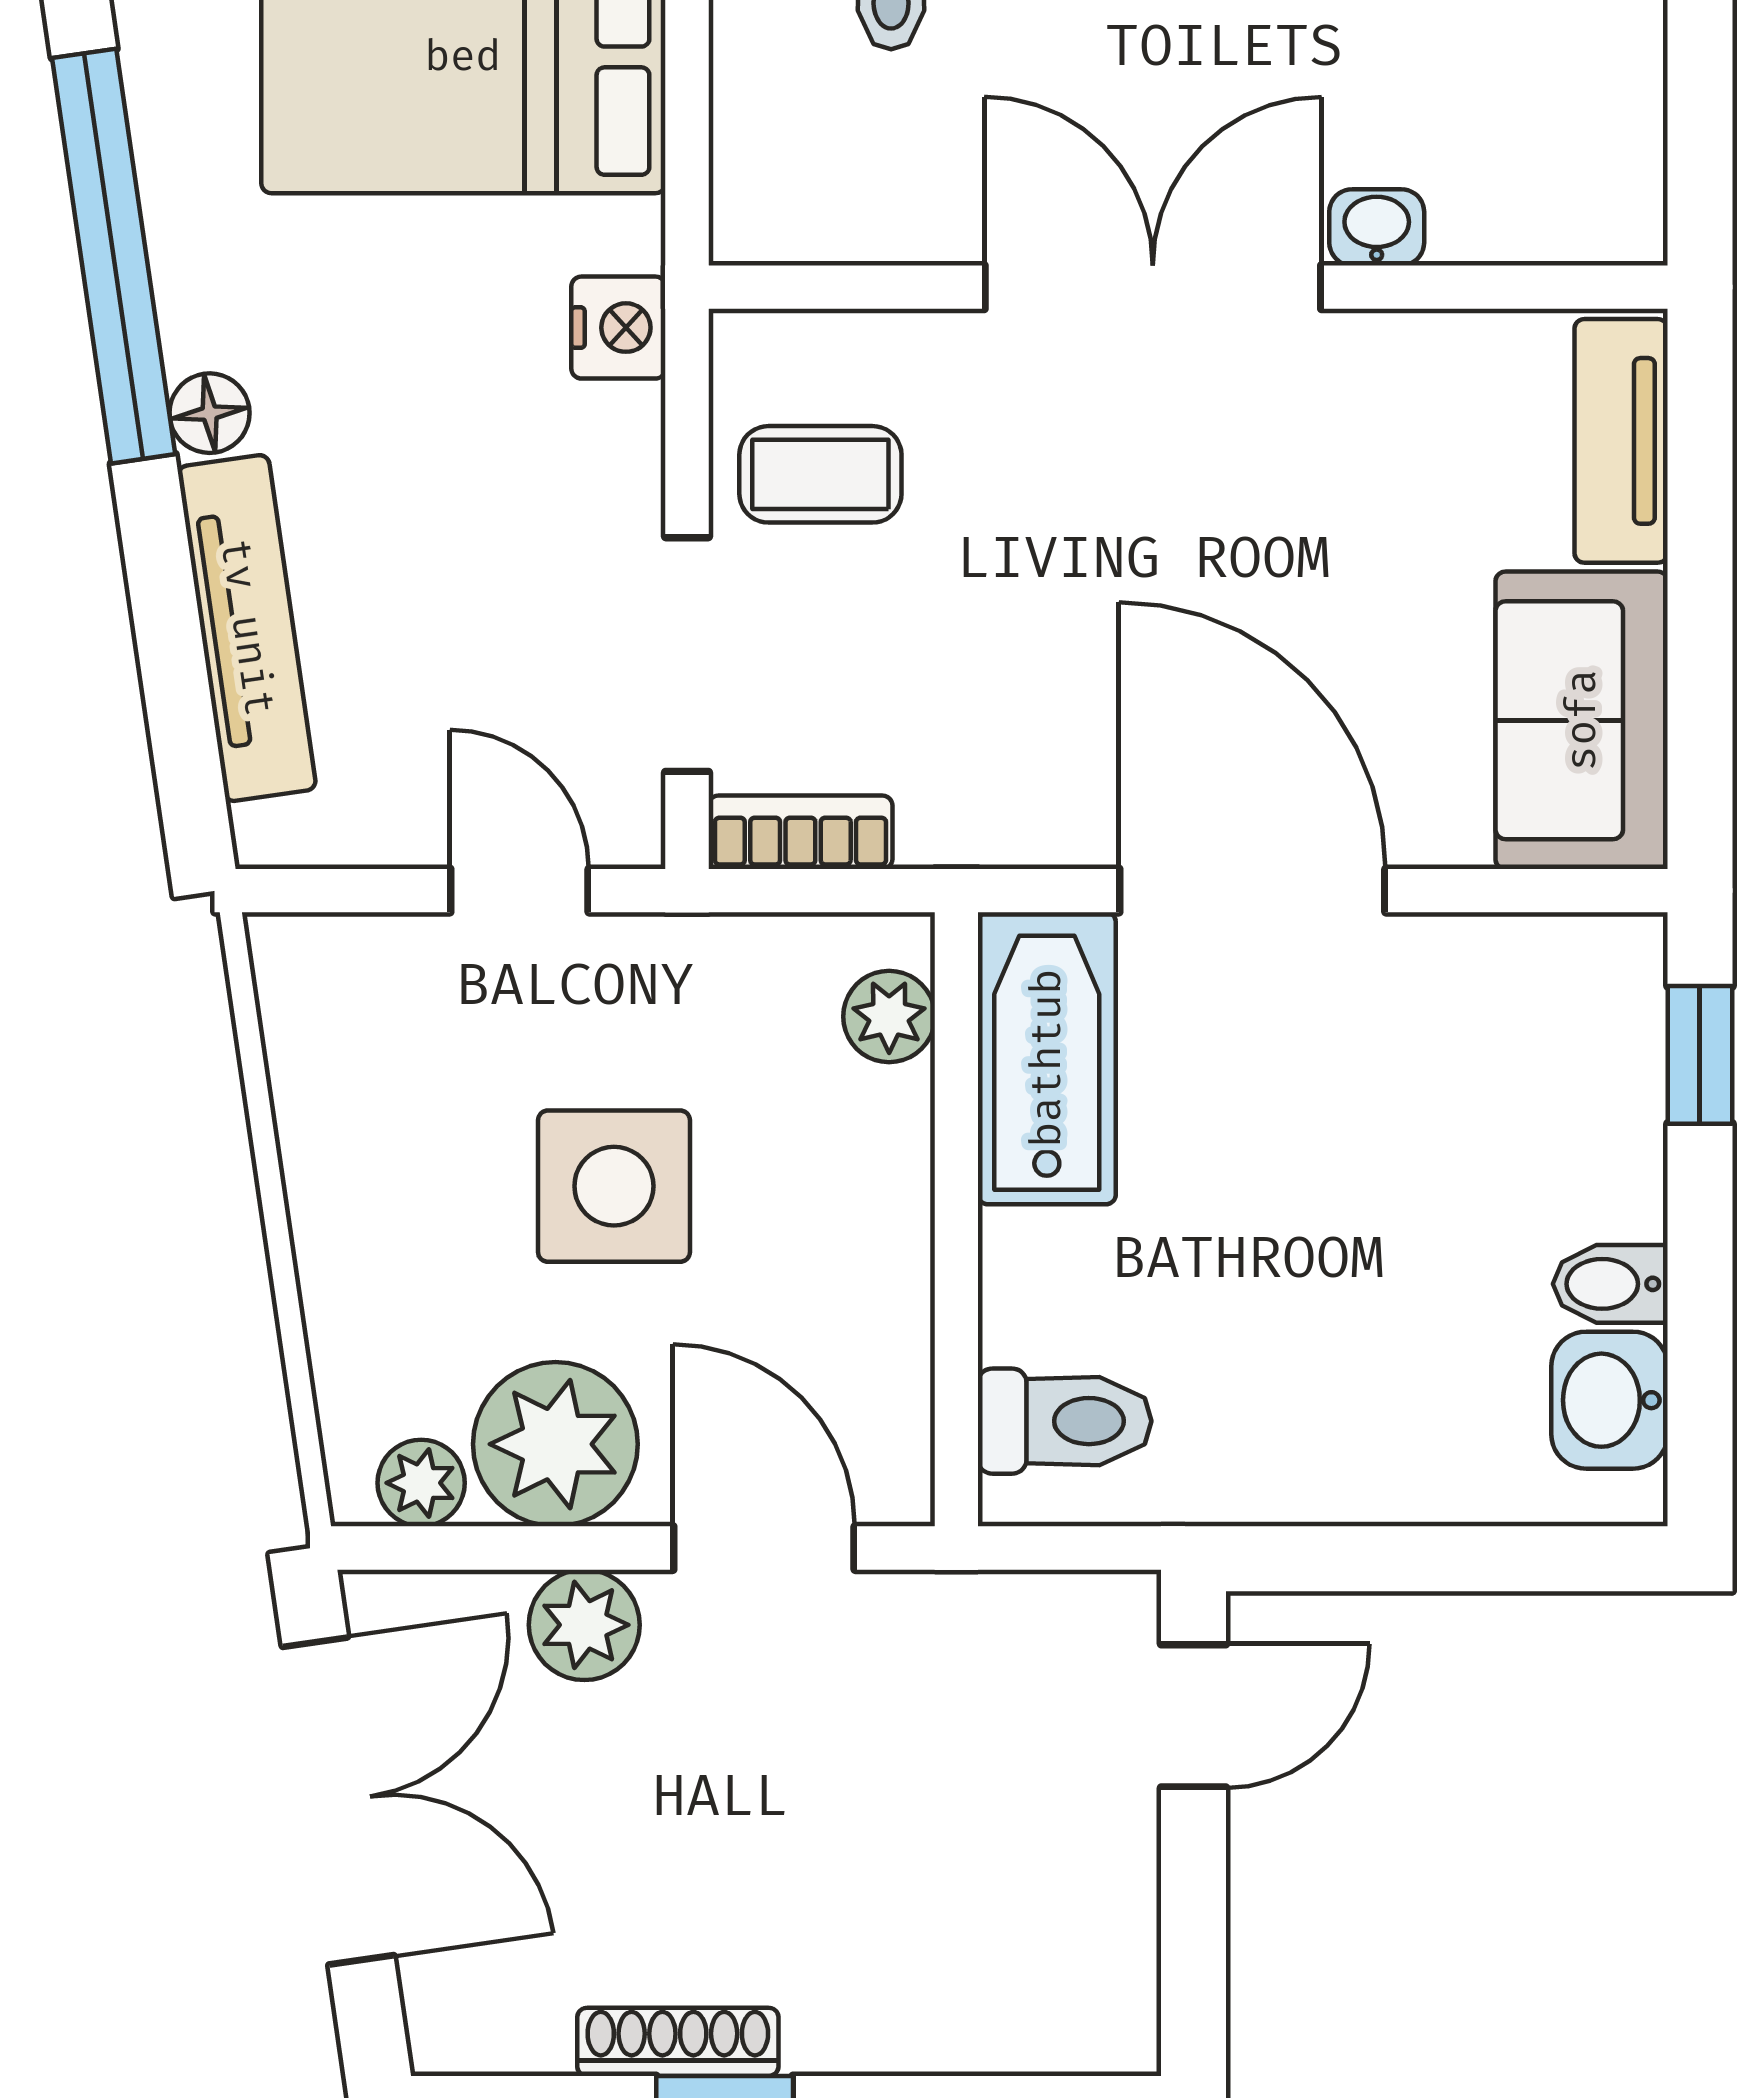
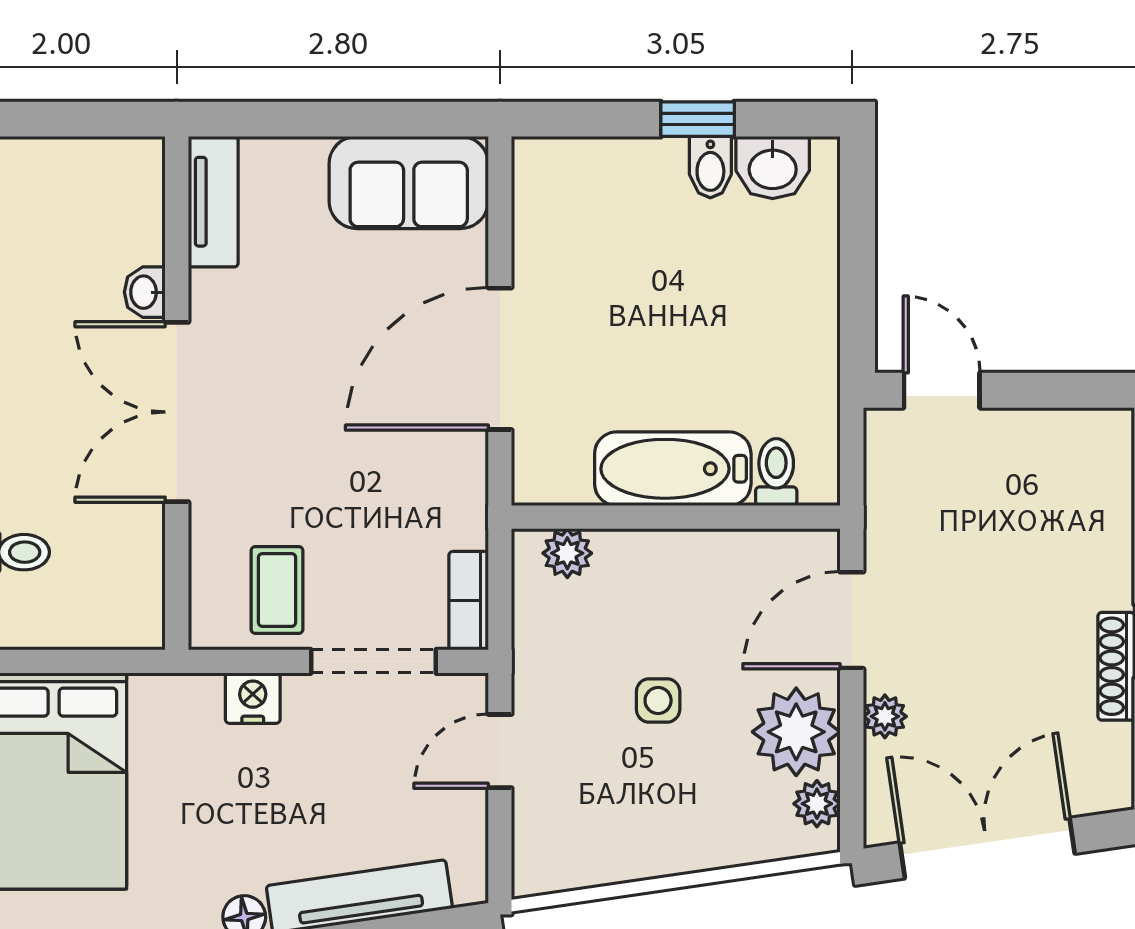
nightstand: (618, 328) -> (253, 698), moved
tv unit: (1621, 441) -> (213, 202), moved, turned -90
window: (1700, 1055) -> (698, 119), moved
bathtub: (1047, 1058) -> (673, 469), moved
side table: (614, 1186) -> (658, 700), width x0.54, depth x0.54
toilet: (1065, 1421) -> (776, 472), width x0.73, depth x0.72
plant: (584, 1625) -> (885, 716), width x0.73, depth x0.73

